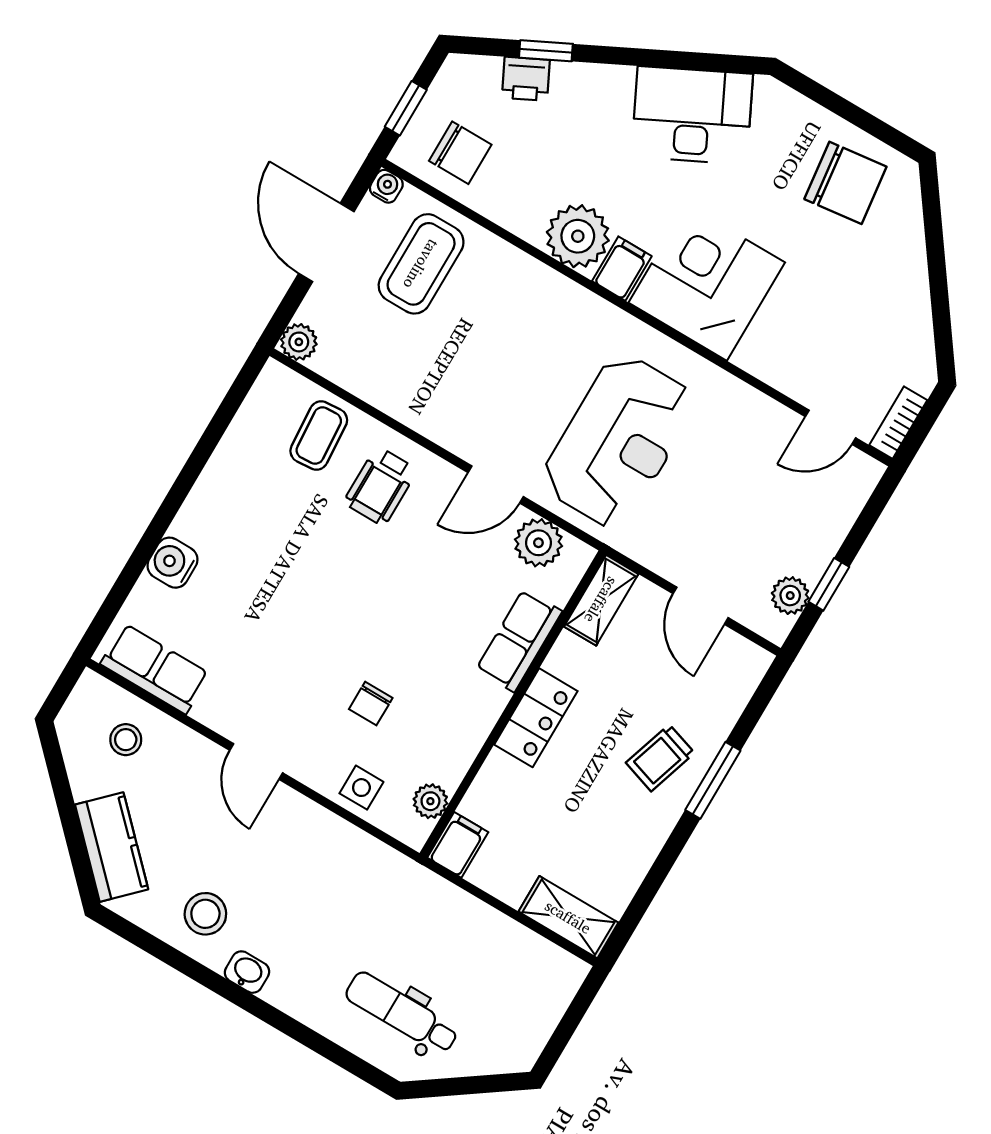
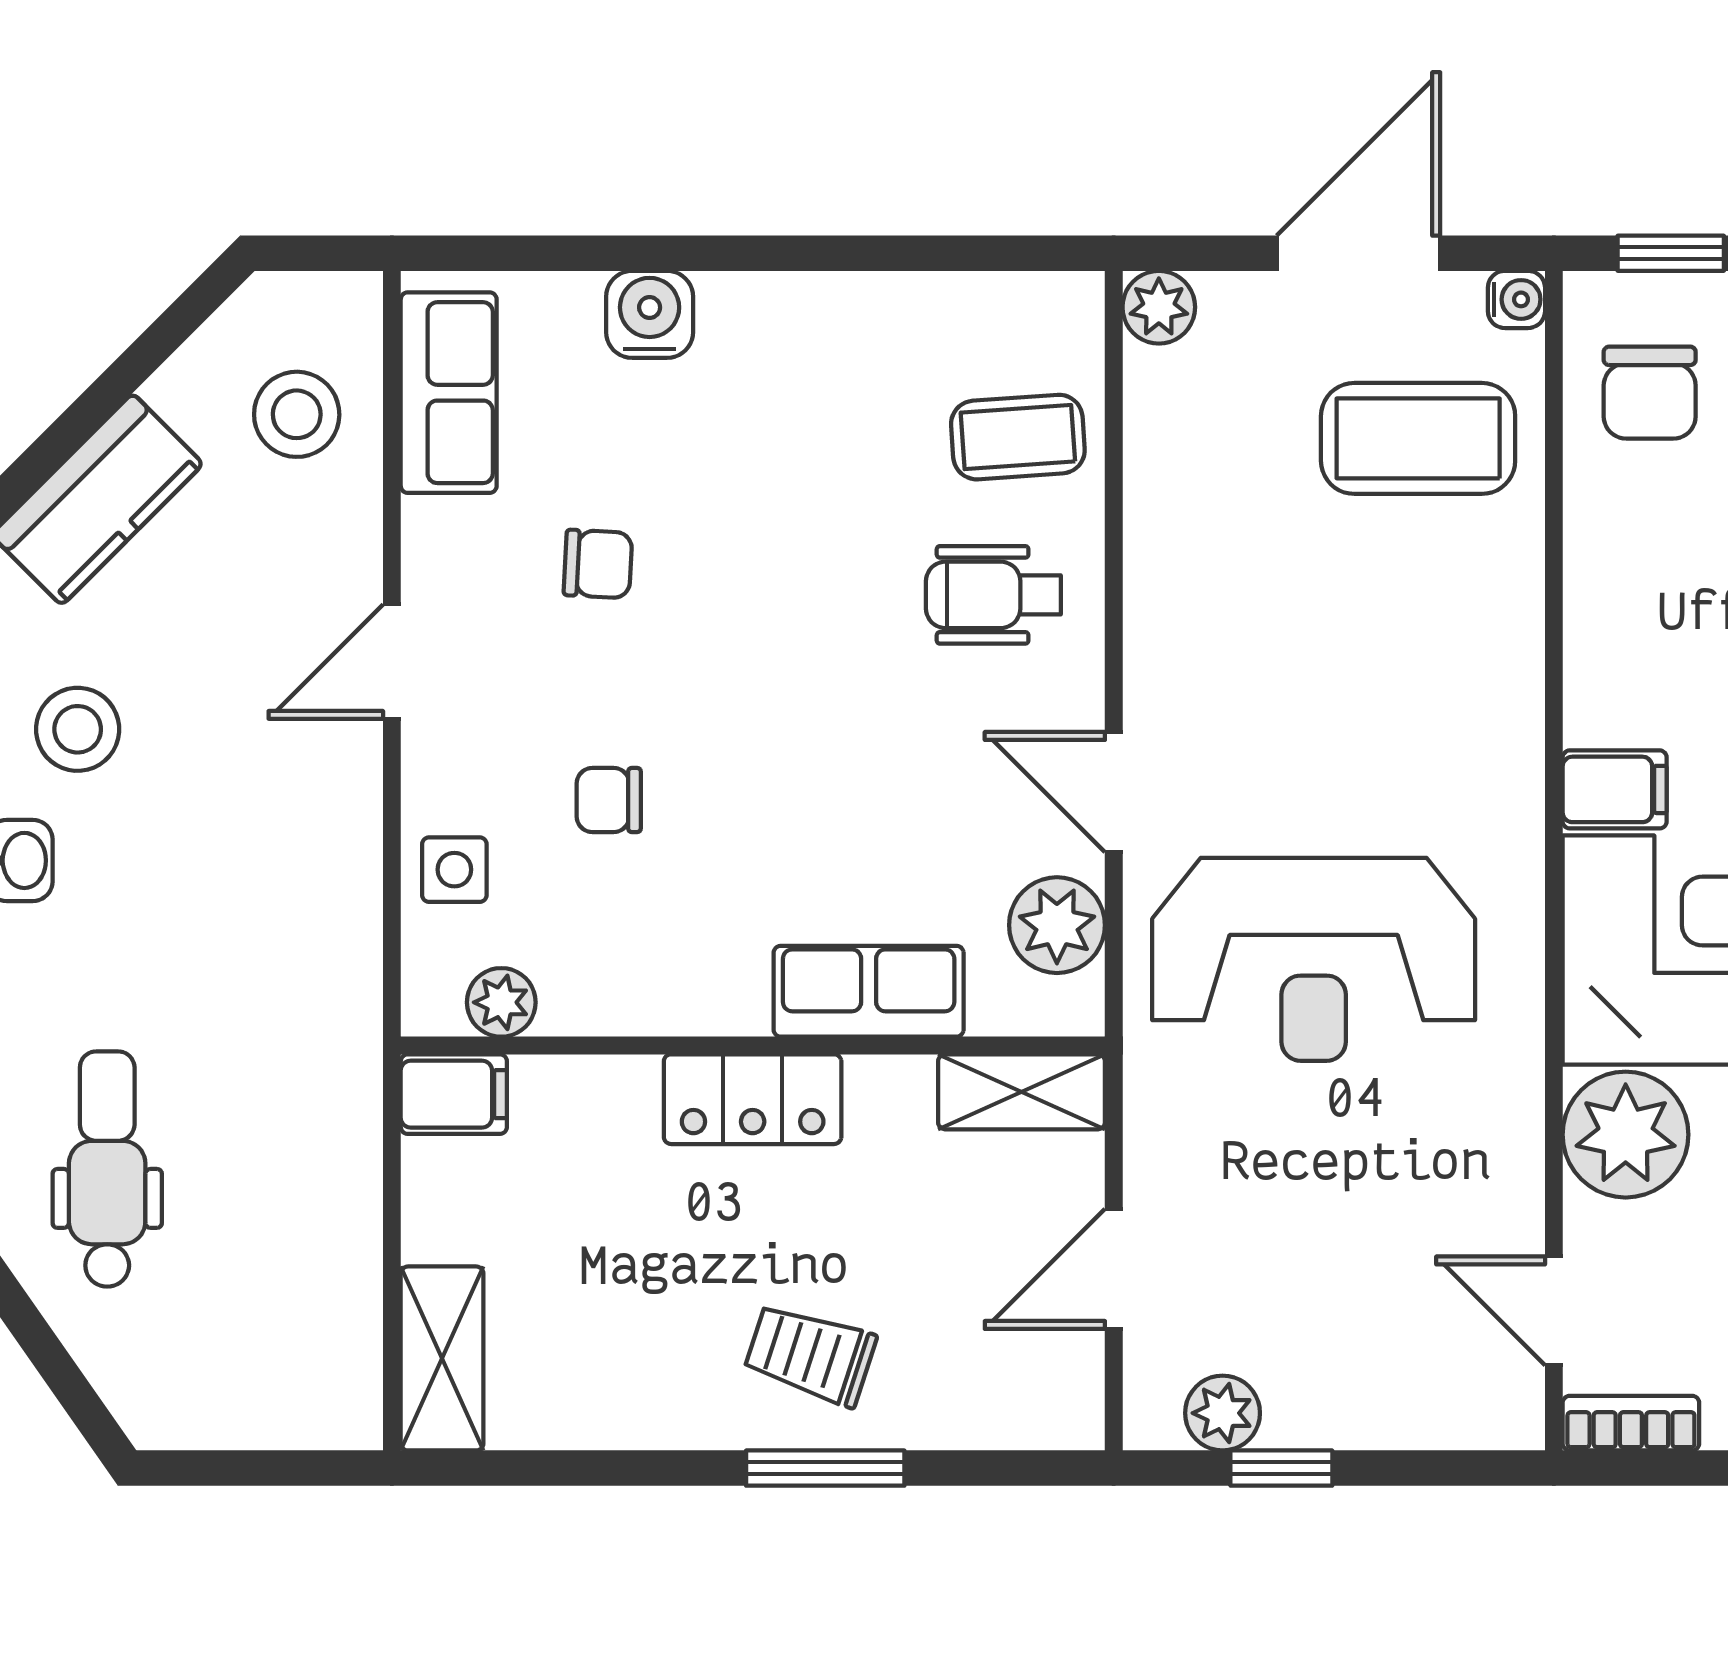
plant: (578, 236) -> (1626, 1135), moved
chair: (267, 648) -> (598, 564), added
stool: (126, 740) -> (297, 414), width x1.37, depth x1.37

